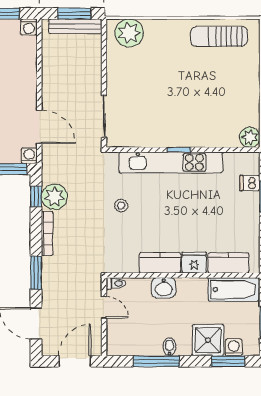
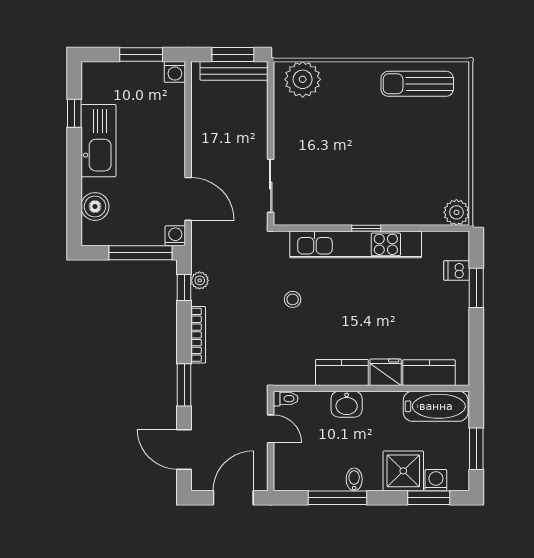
plant: (54, 197) -> (200, 280), width x0.53, depth x0.53

